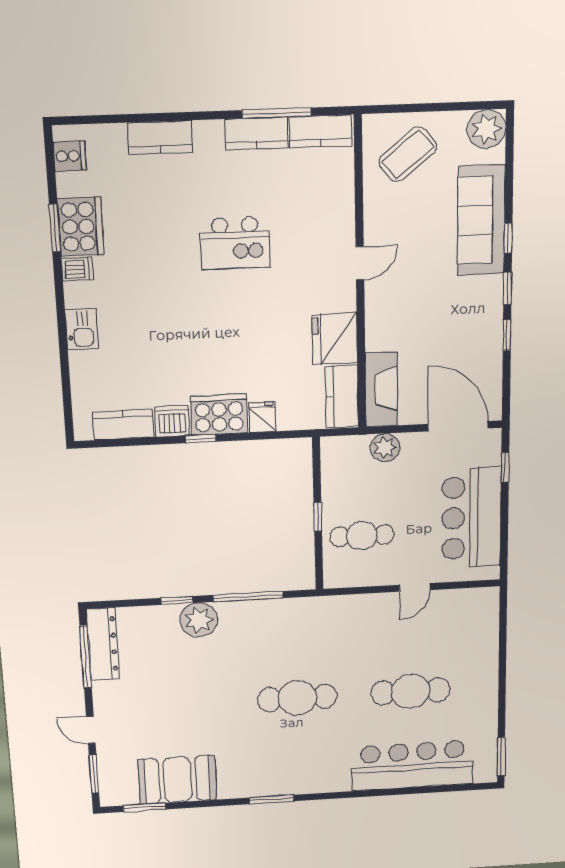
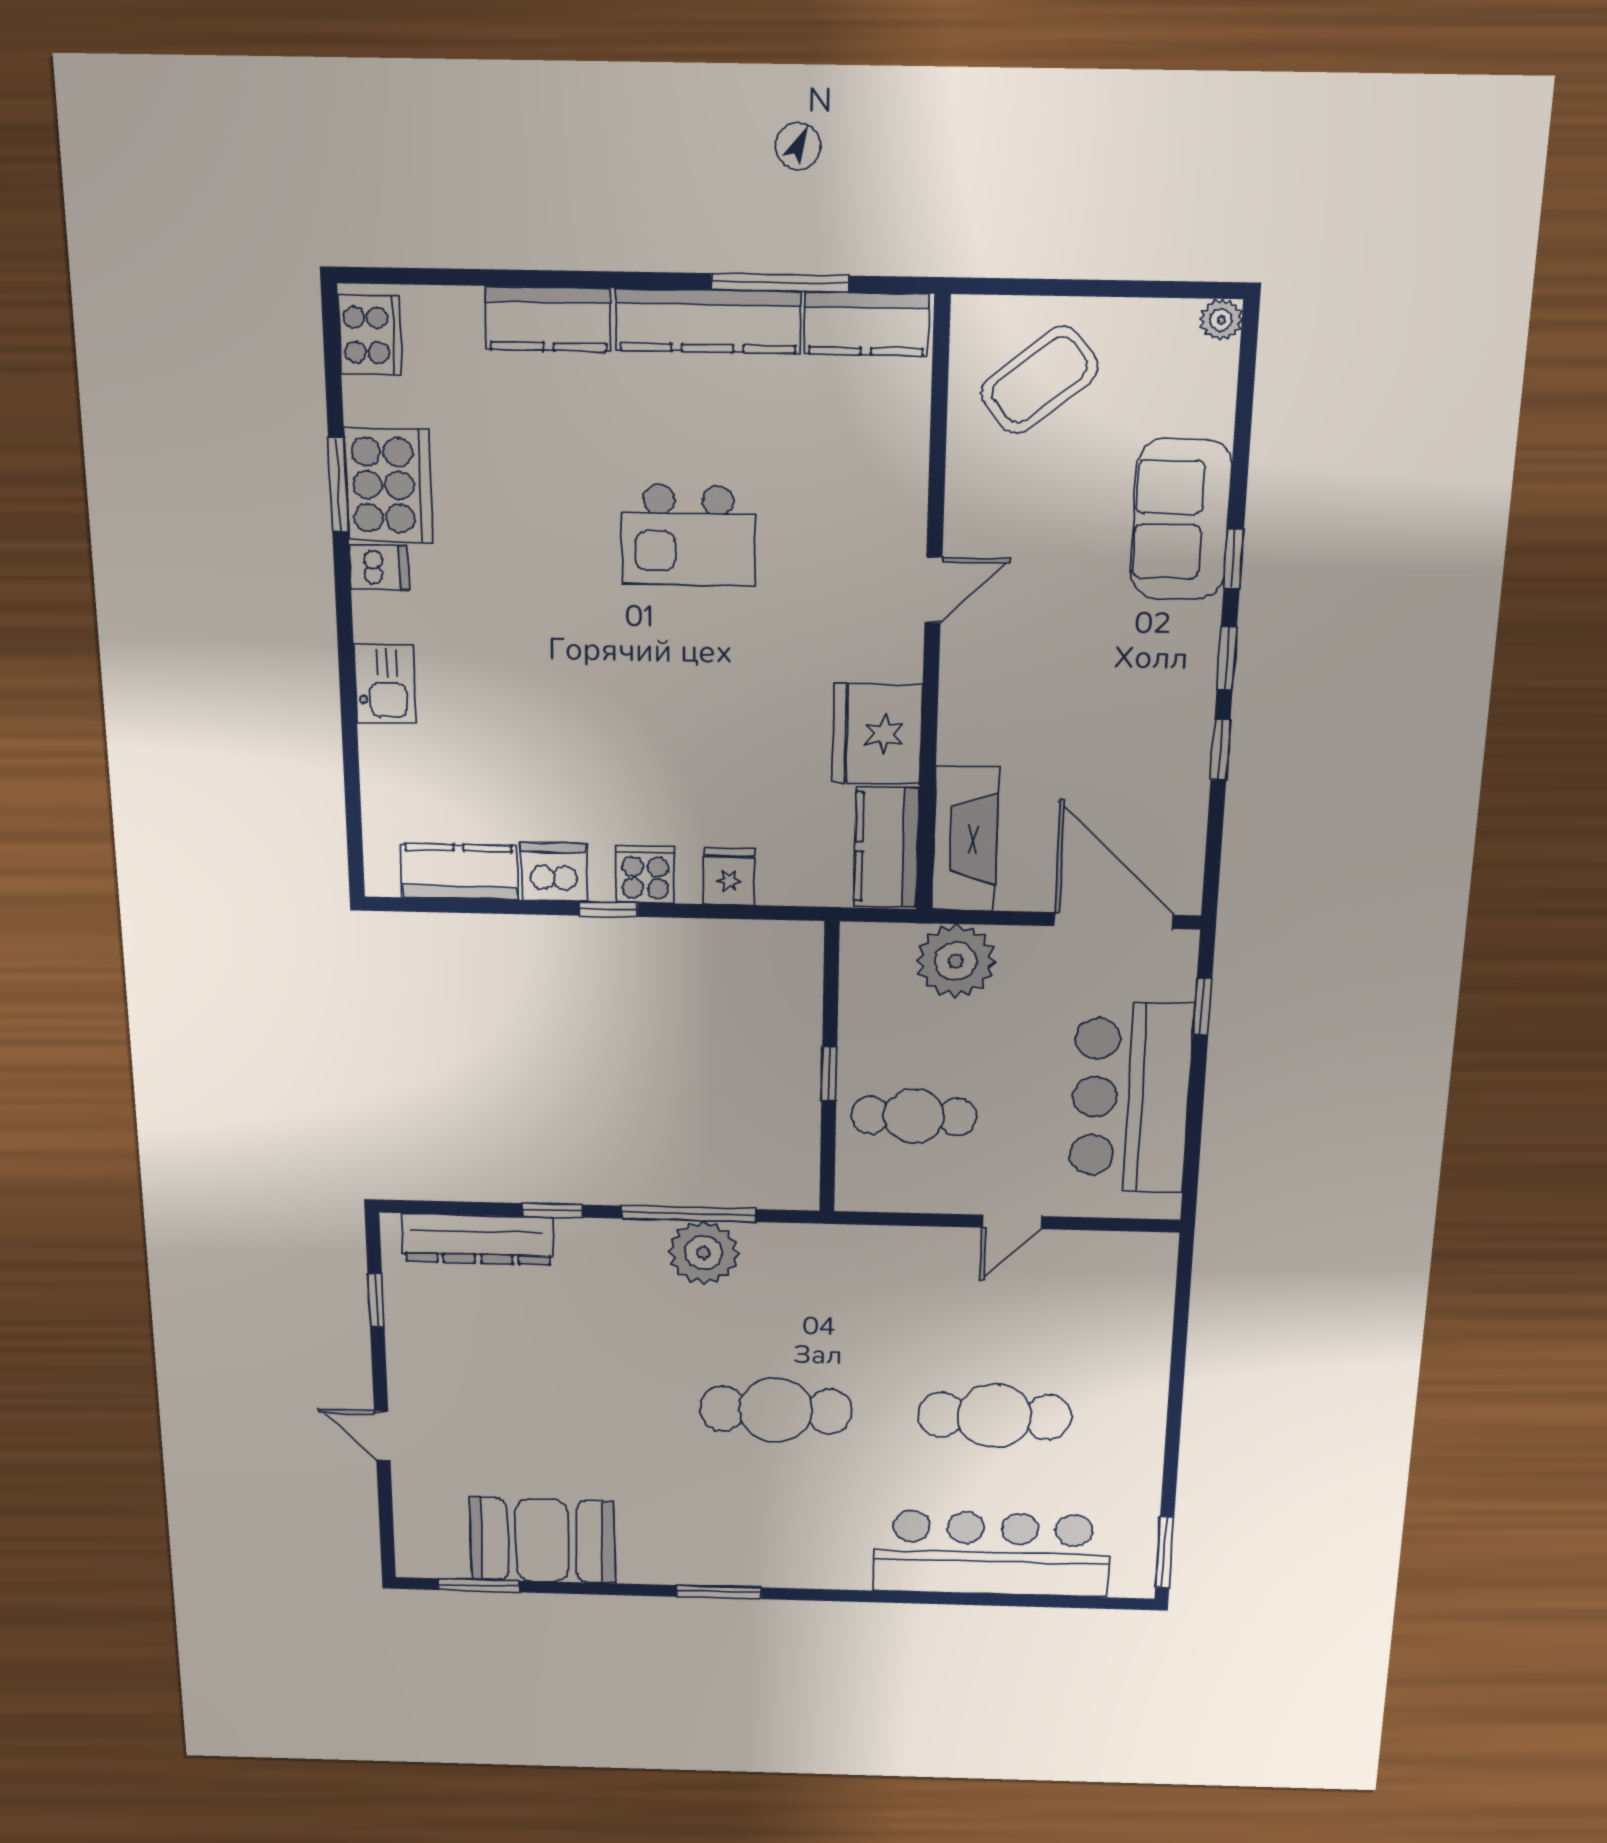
plant: (487, 129) -> (1221, 320), width x0.53, depth x0.53
kitchen counter: (256, 133) -> (708, 321), width x1.50
cooker: (70, 156) -> (370, 335), width x1.36
sofa: (481, 220) -> (1181, 520), width x0.73
cooker: (219, 415) -> (645, 874), width x0.53, depth x0.76
plant: (385, 448) -> (956, 961), width x1.36, depth x1.36
plant: (199, 620) -> (703, 1253), moved
dresser: (103, 644) -> (478, 1239), moved, turned 90
window: (86, 657) -> (376, 1301), width x0.46
window: (94, 774) -> (386, 1516), removed

